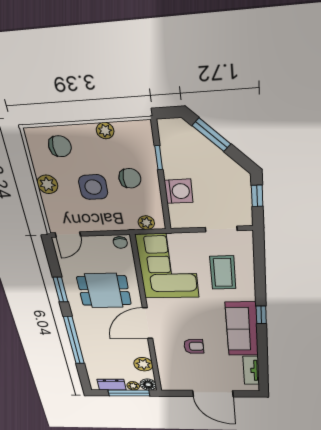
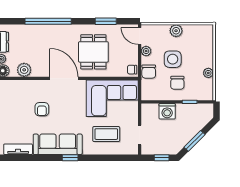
window: (212, 135) -> (194, 141), moved
chair: (60, 146) -> (149, 72), moved
plant: (146, 223) -> (146, 51), moved
window: (61, 290) -> (106, 21), moved

